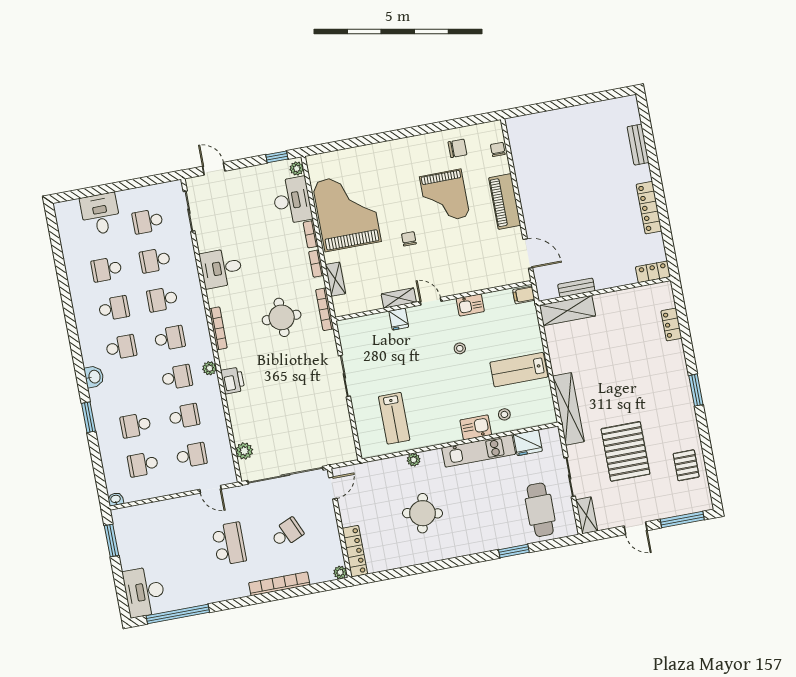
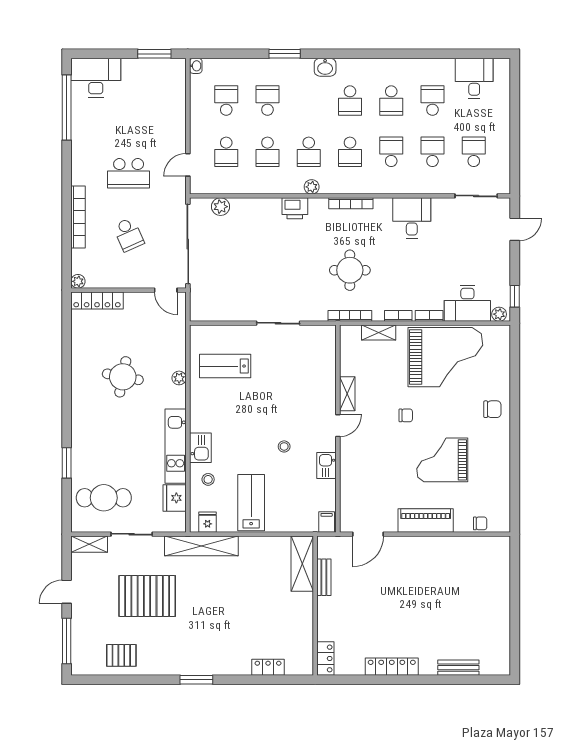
chair: (457, 148) -> (492, 409), moved, turned -90
desk: (100, 214) -> (474, 78), moved, turned -90
fridge: (399, 319) -> (208, 522), moved, turned 90

